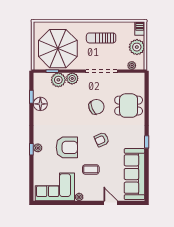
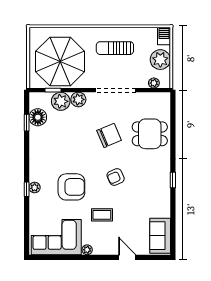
floor lamp: (40, 104) -> (38, 117), moved
sofa: (134, 174) -> (160, 236), width x0.54, depth x0.79

